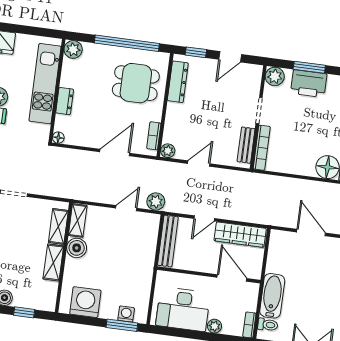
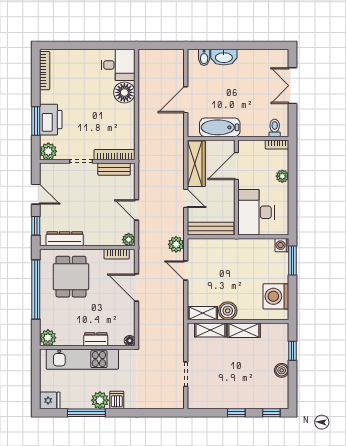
bathtub: (272, 296) -> (220, 127), moved
desk: (183, 309) -> (256, 212), moved, turned 180
washing machine: (126, 314) -> (282, 245), moved

